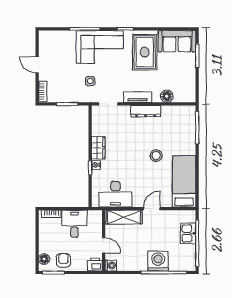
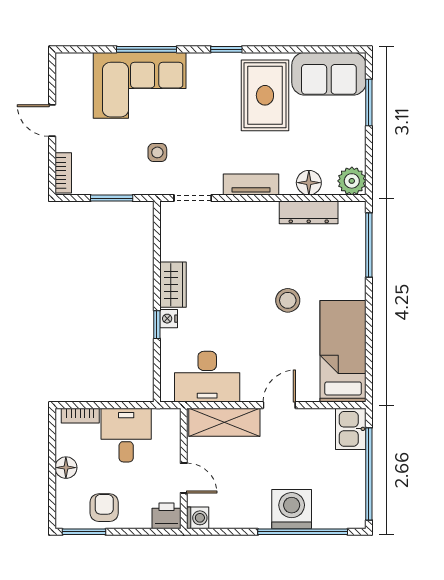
corner sofa: (100, 47) -> (140, 85), moved
plant: (188, 95) -> (352, 181), added
dresser: (146, 111) -> (309, 212), moved
kitchen sink: (188, 233) -> (351, 429), moved
floor lamp: (44, 259) -> (66, 468), moved

